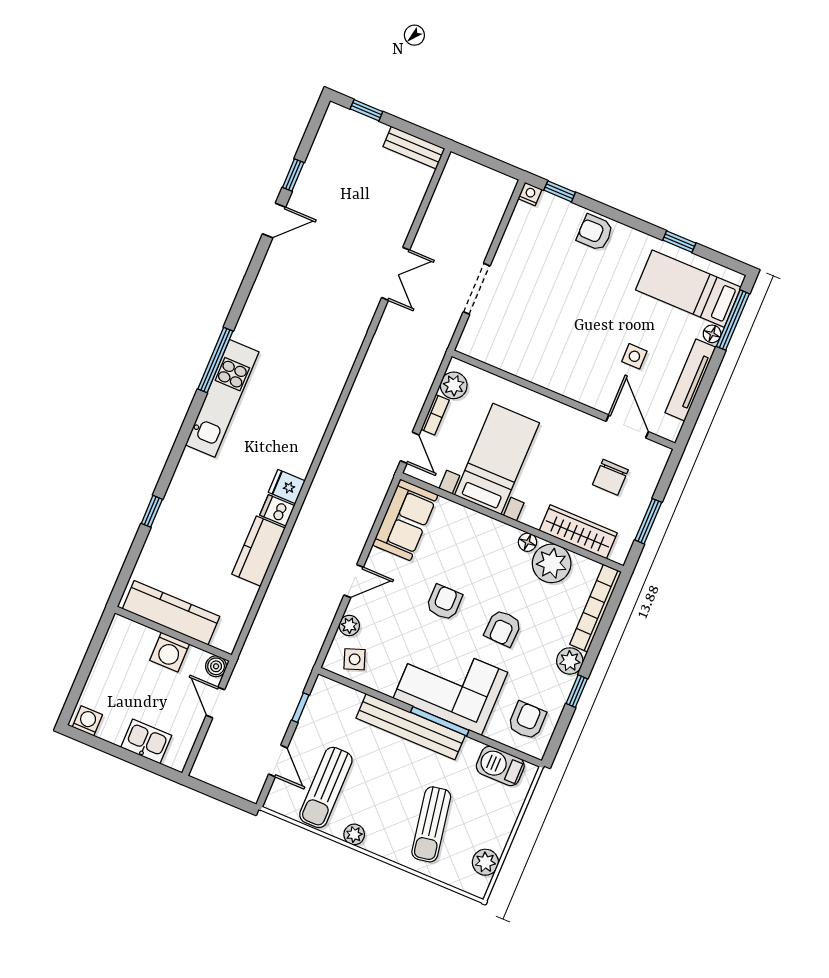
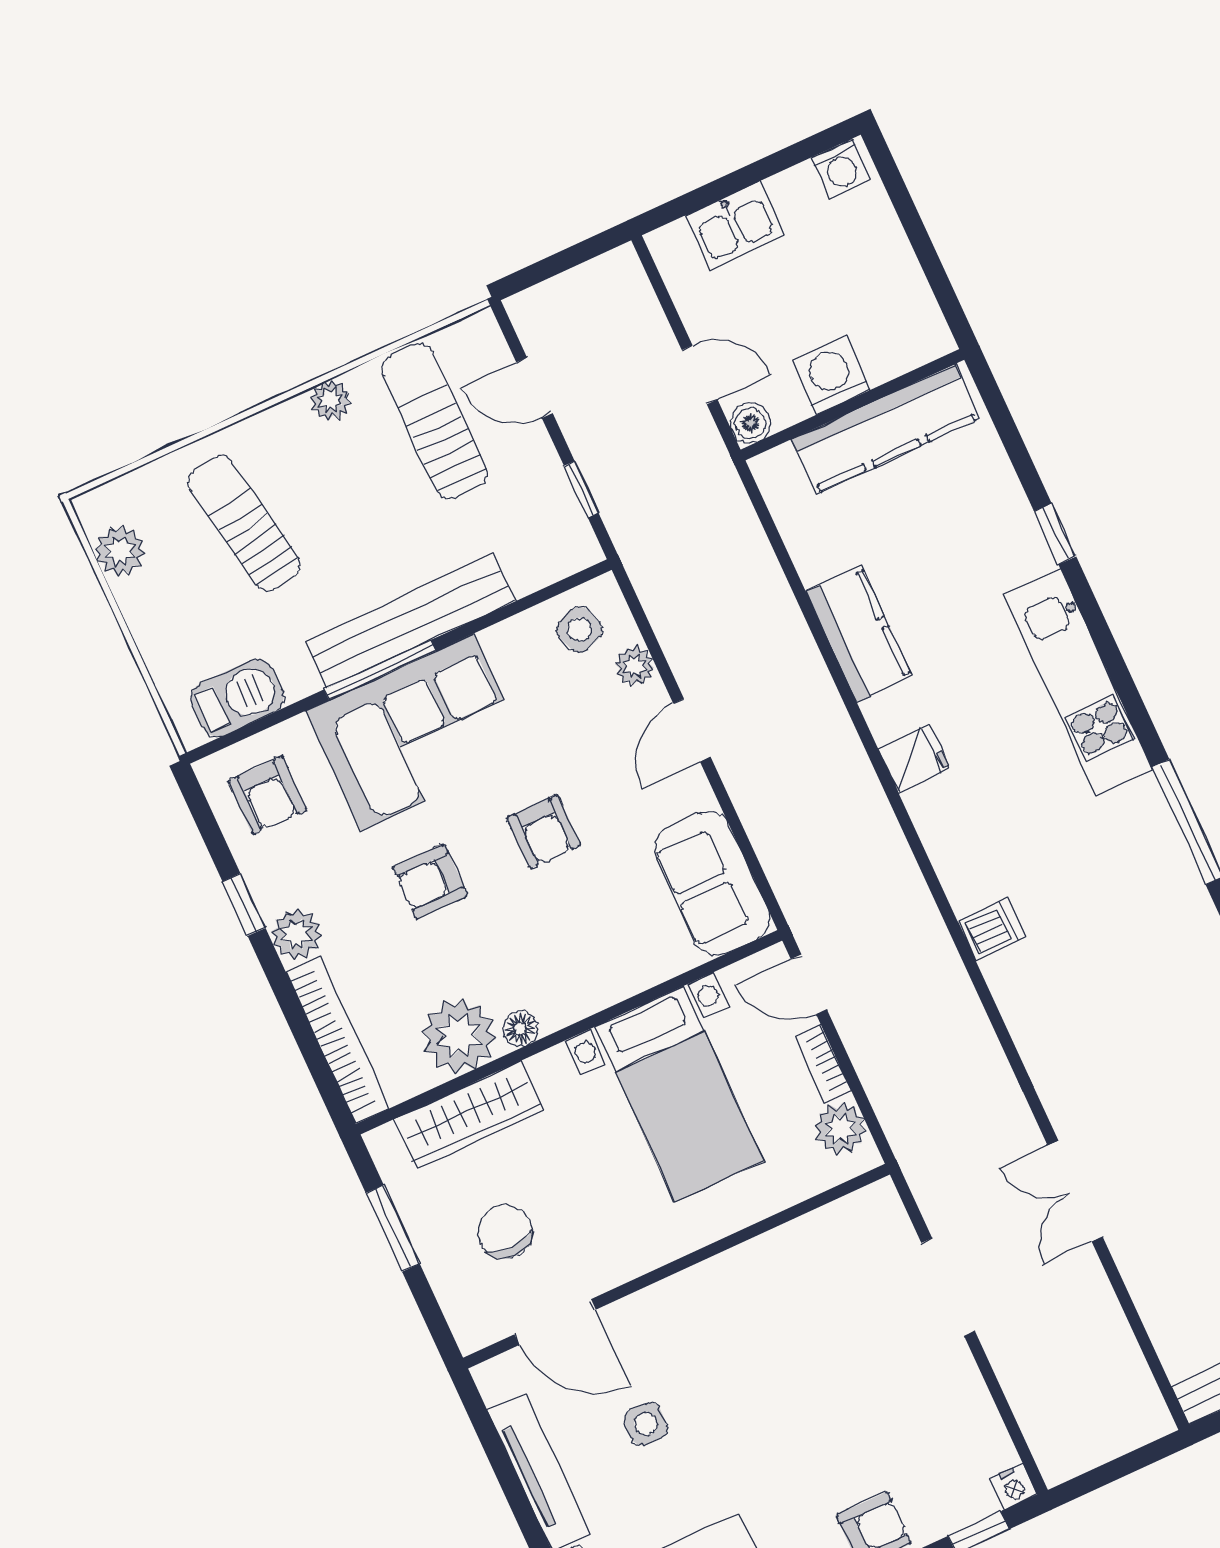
kitchen unit: (222, 398) -> (1078, 682), moved
dishwasher: (277, 510) -> (992, 929), moved
armchair: (503, 628) -> (430, 881), turned -92

